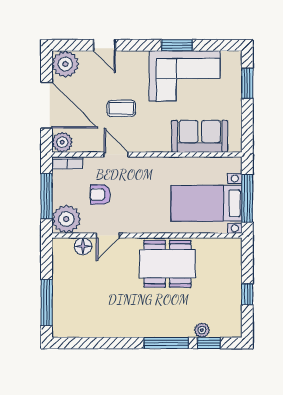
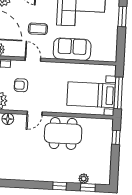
sofa: (200, 136) -> (72, 49), moved
door: (108, 236) -> (35, 113), moved
window: (247, 294) -> (116, 137), moved
window: (166, 343) -> (60, 186), width x0.46

